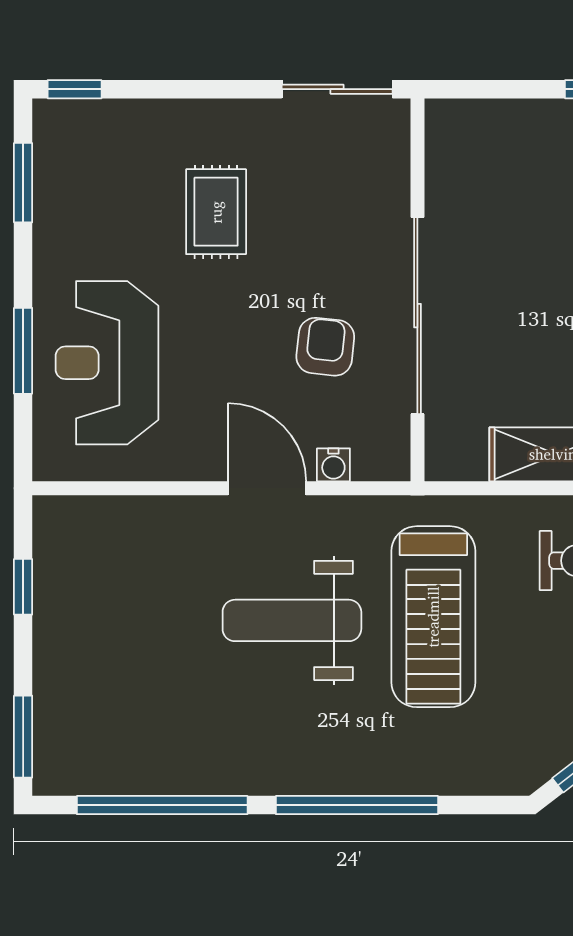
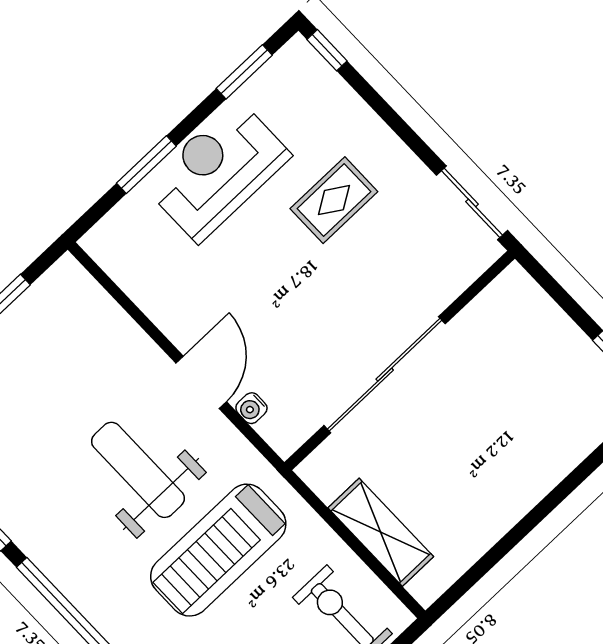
armchair: (325, 347) -> (316, 338), removed
reception desk: (107, 363) -> (218, 171), moved

